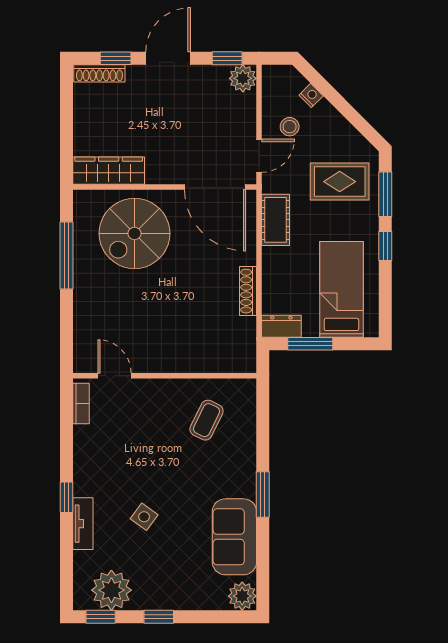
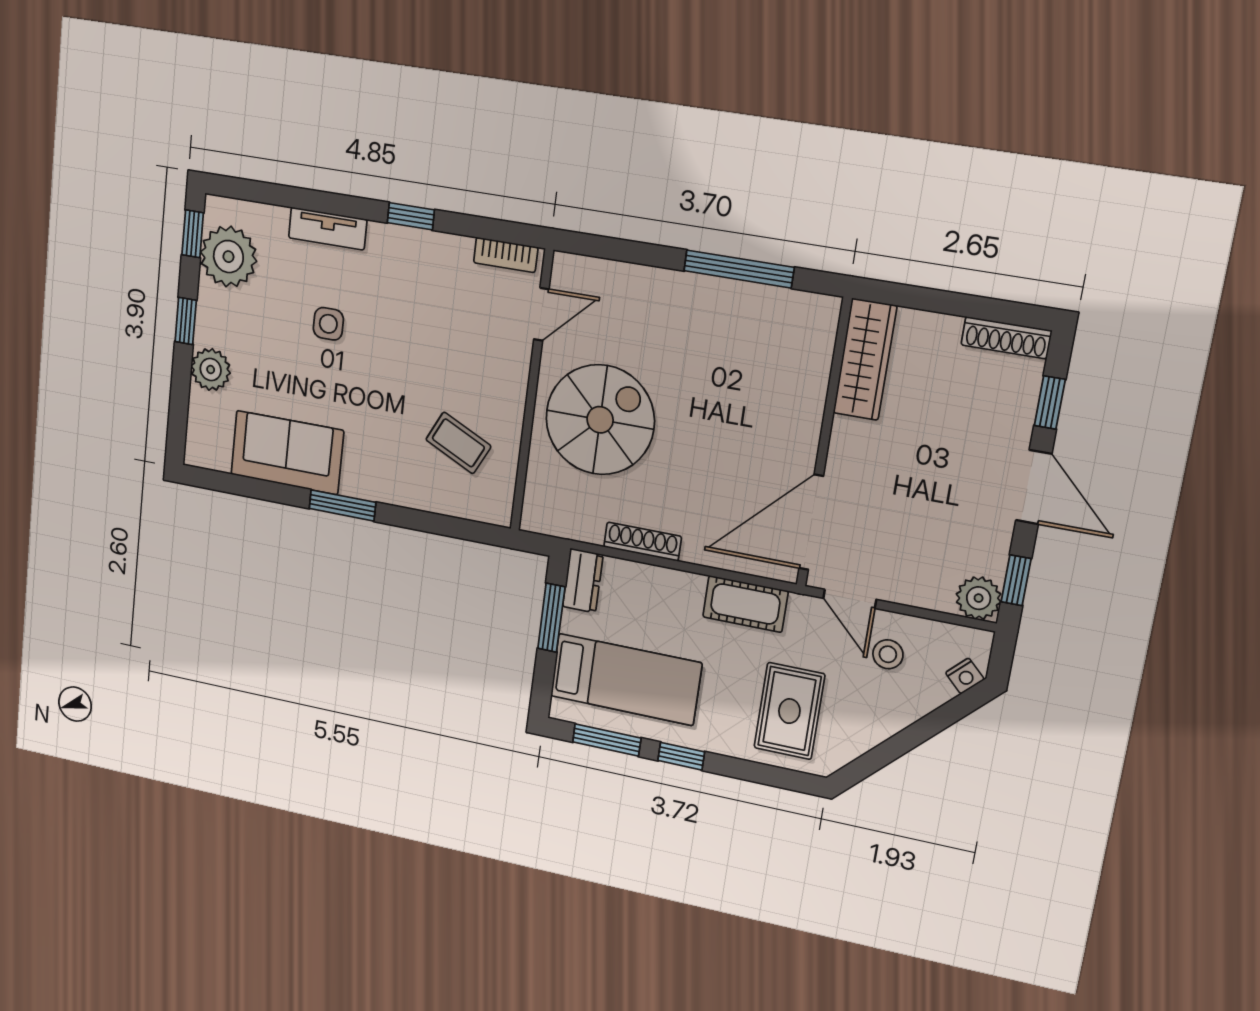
shoe rack: (99, 73) -> (1006, 338), moved, turned -90
nightstand: (311, 95) -> (965, 676), moved
window: (385, 194) -> (607, 740), moved
spiral stairs: (134, 233) -> (600, 420), moved, turned 90
window: (67, 497) -> (411, 216), moved
side table: (144, 517) -> (328, 324), turned -36
plant: (242, 596) -> (211, 369), moved

